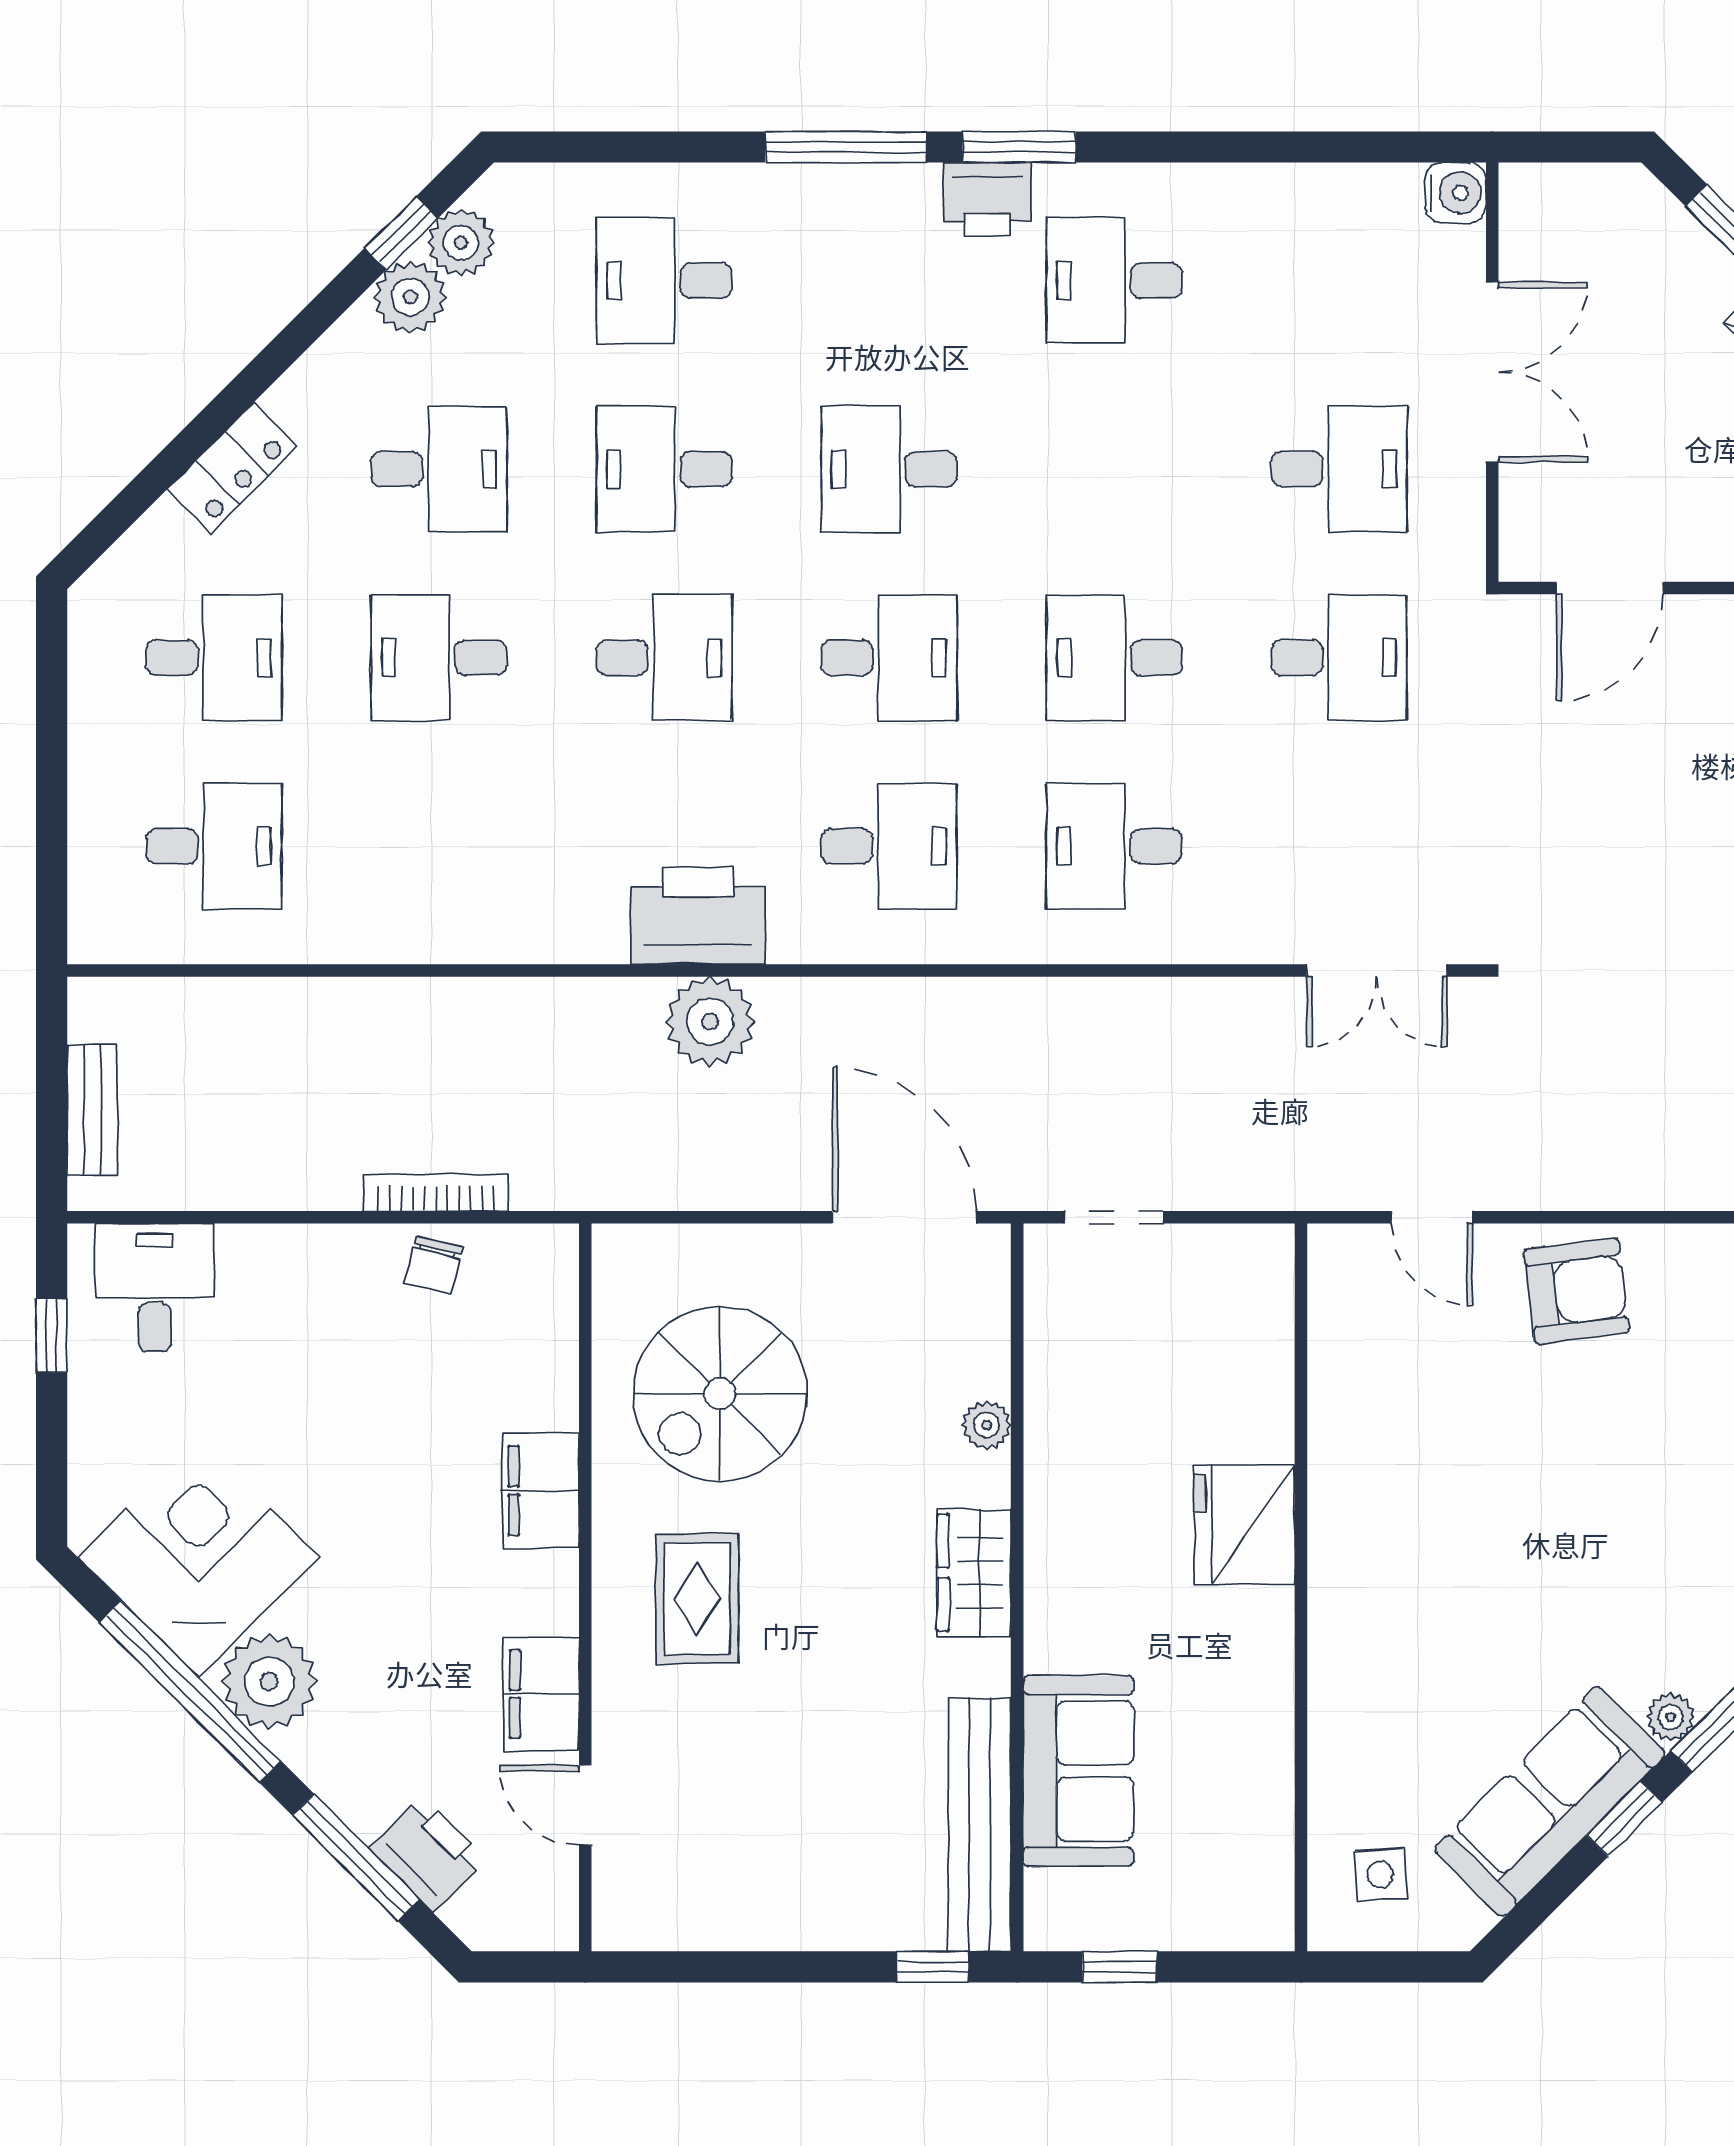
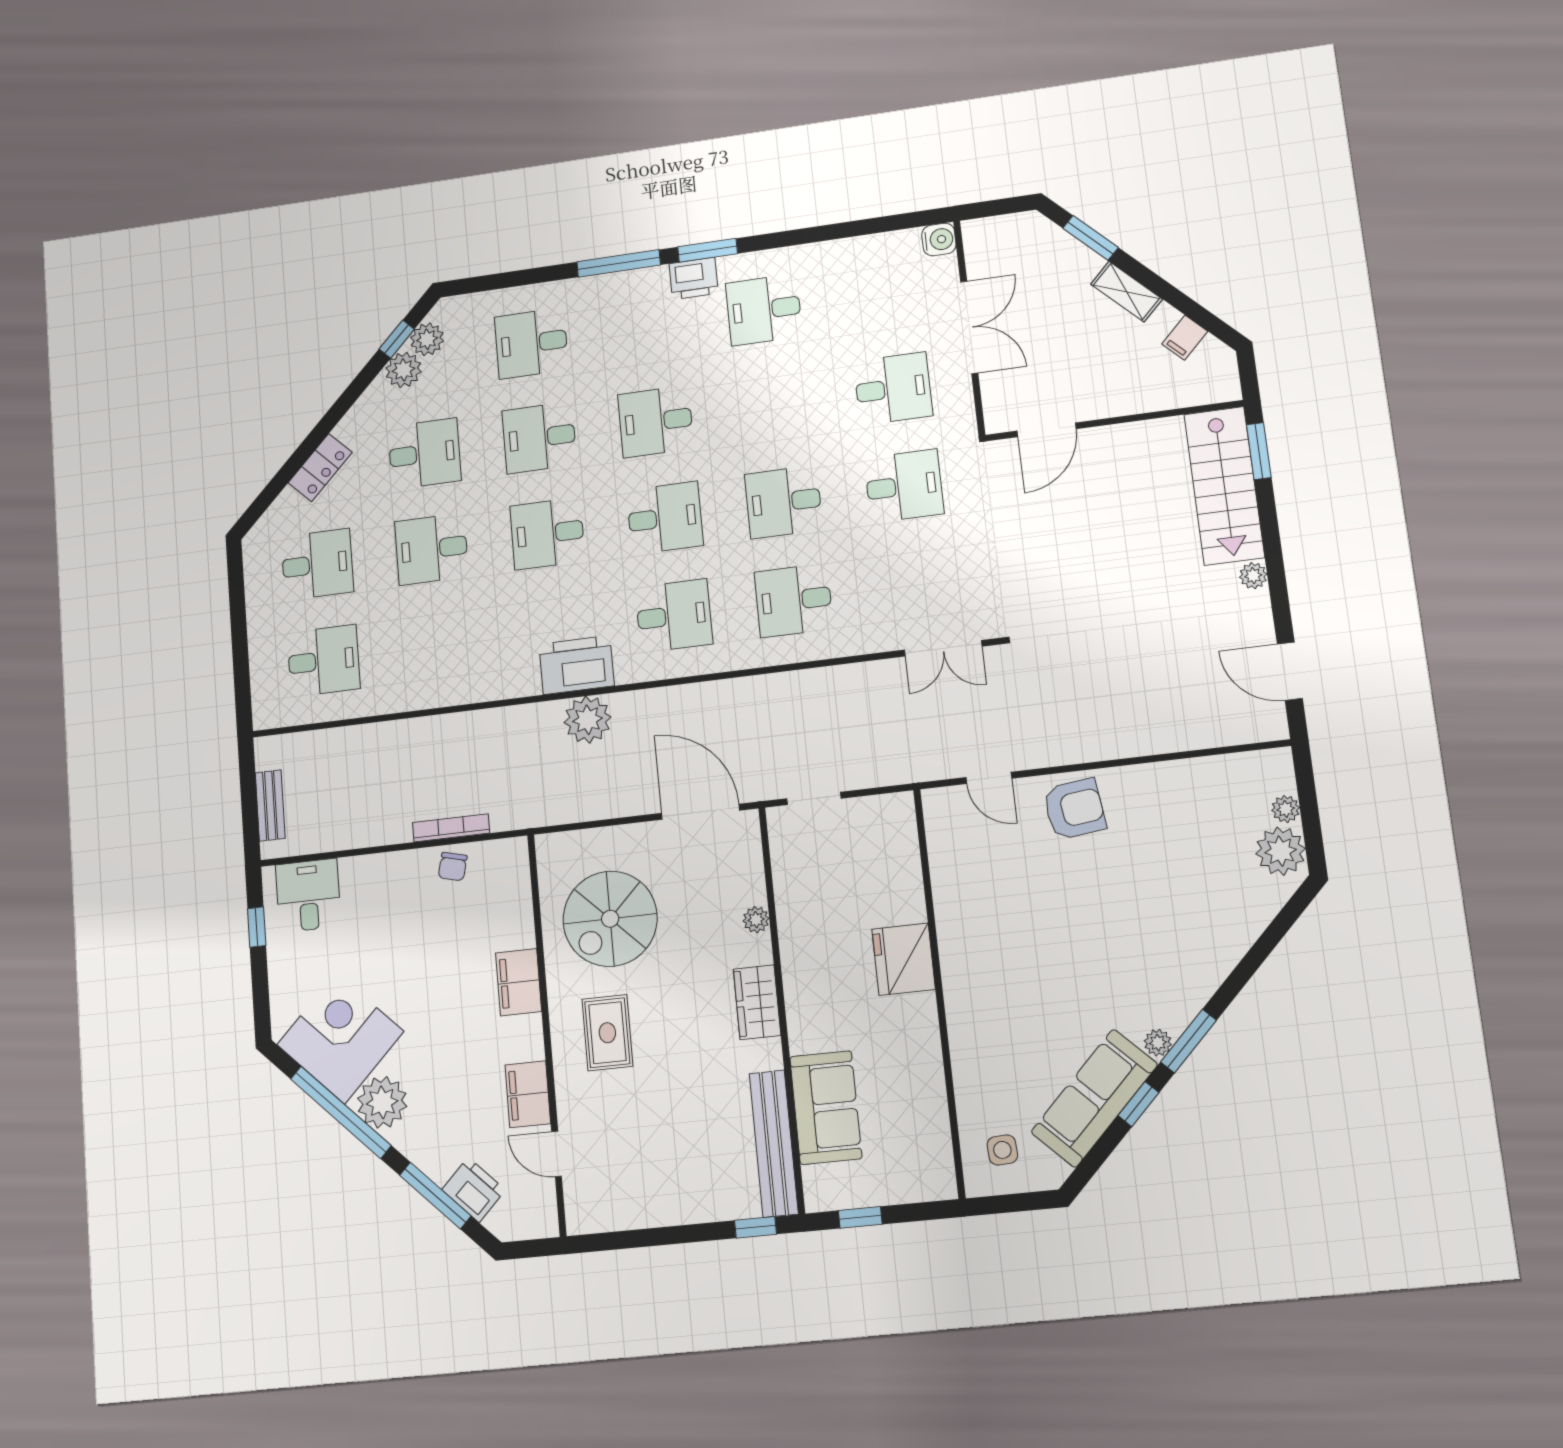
desk: (664, 658) -> (547, 534), turned 180

